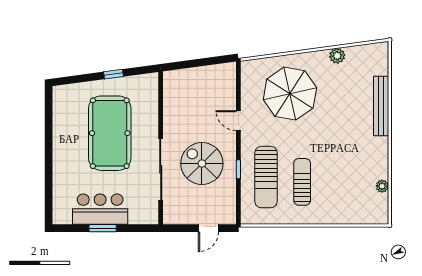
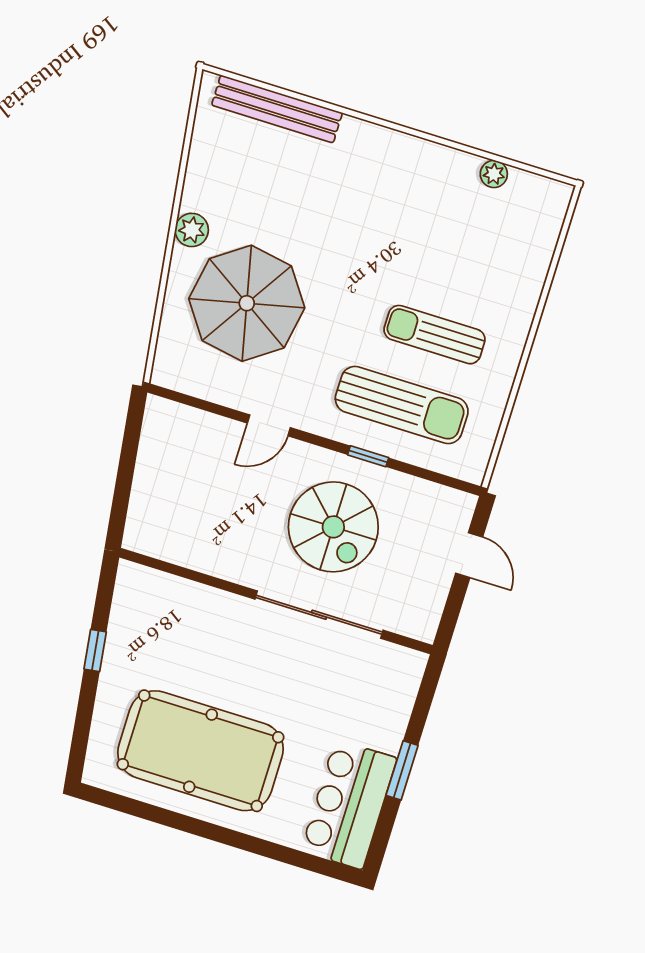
plant: (337, 56) -> (192, 230), moved
bench: (381, 106) -> (277, 109), moved
pool table: (110, 133) -> (201, 751), moved
spiral stairs: (202, 164) -> (333, 527), turned -90
bar counter: (100, 209) -> (349, 804), moved

